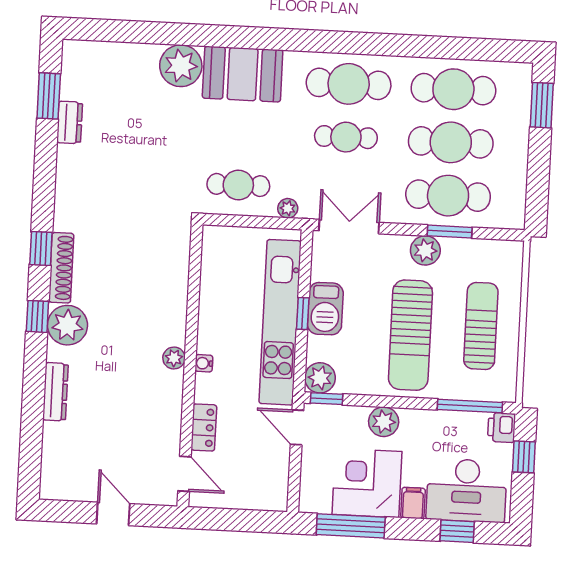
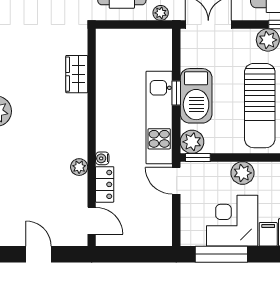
wardrobe: (175, 282) -> (77, 74), added
barbecue: (325, 309) -> (196, 96), width x1.37, depth x1.21
kitchen unit: (280, 322) -> (159, 118), width x0.73
plant: (174, 358) -> (79, 167), moved
water cooler: (204, 363) -> (102, 158), moved

